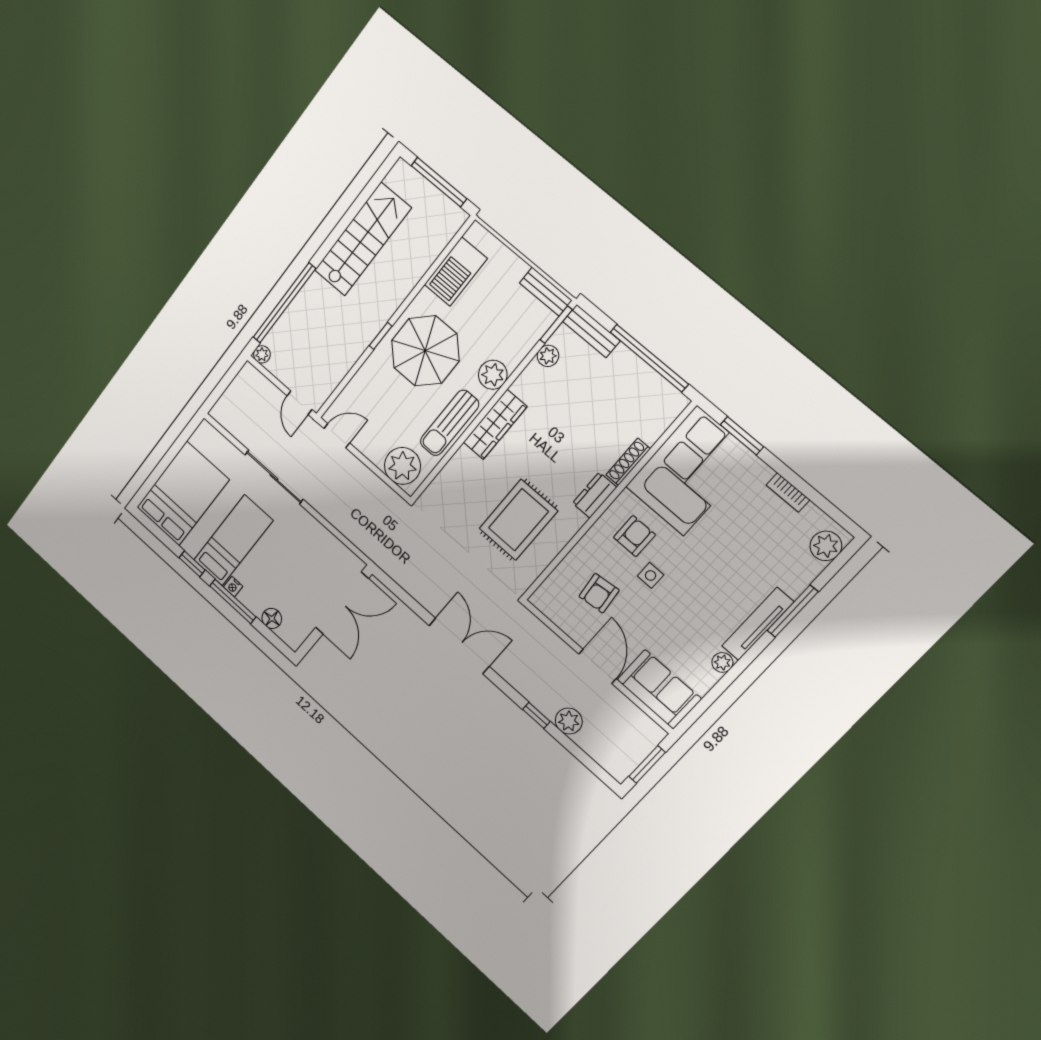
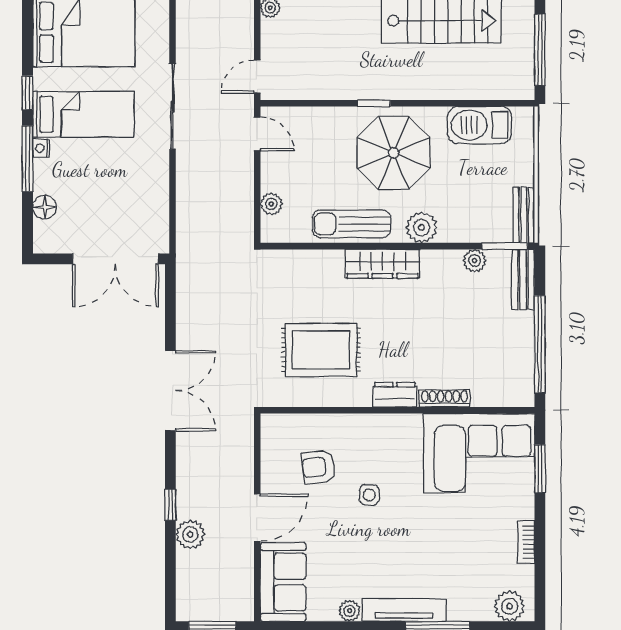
plant: (402, 466) -> (271, 204), width x0.53, depth x0.53
armchair: (634, 536) -> (390, 455), removed

